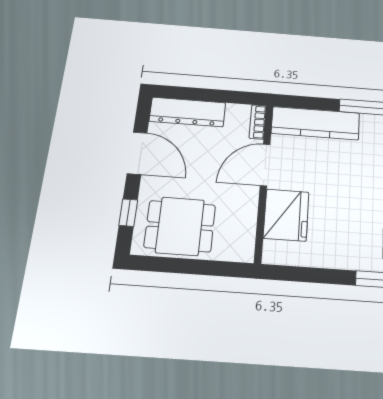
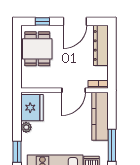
door: (265, 165) -> (74, 90), swing flipped
fridge: (286, 215) -> (32, 108), moved, turned -90
plant: (330, 258) -> (26, 127), added

